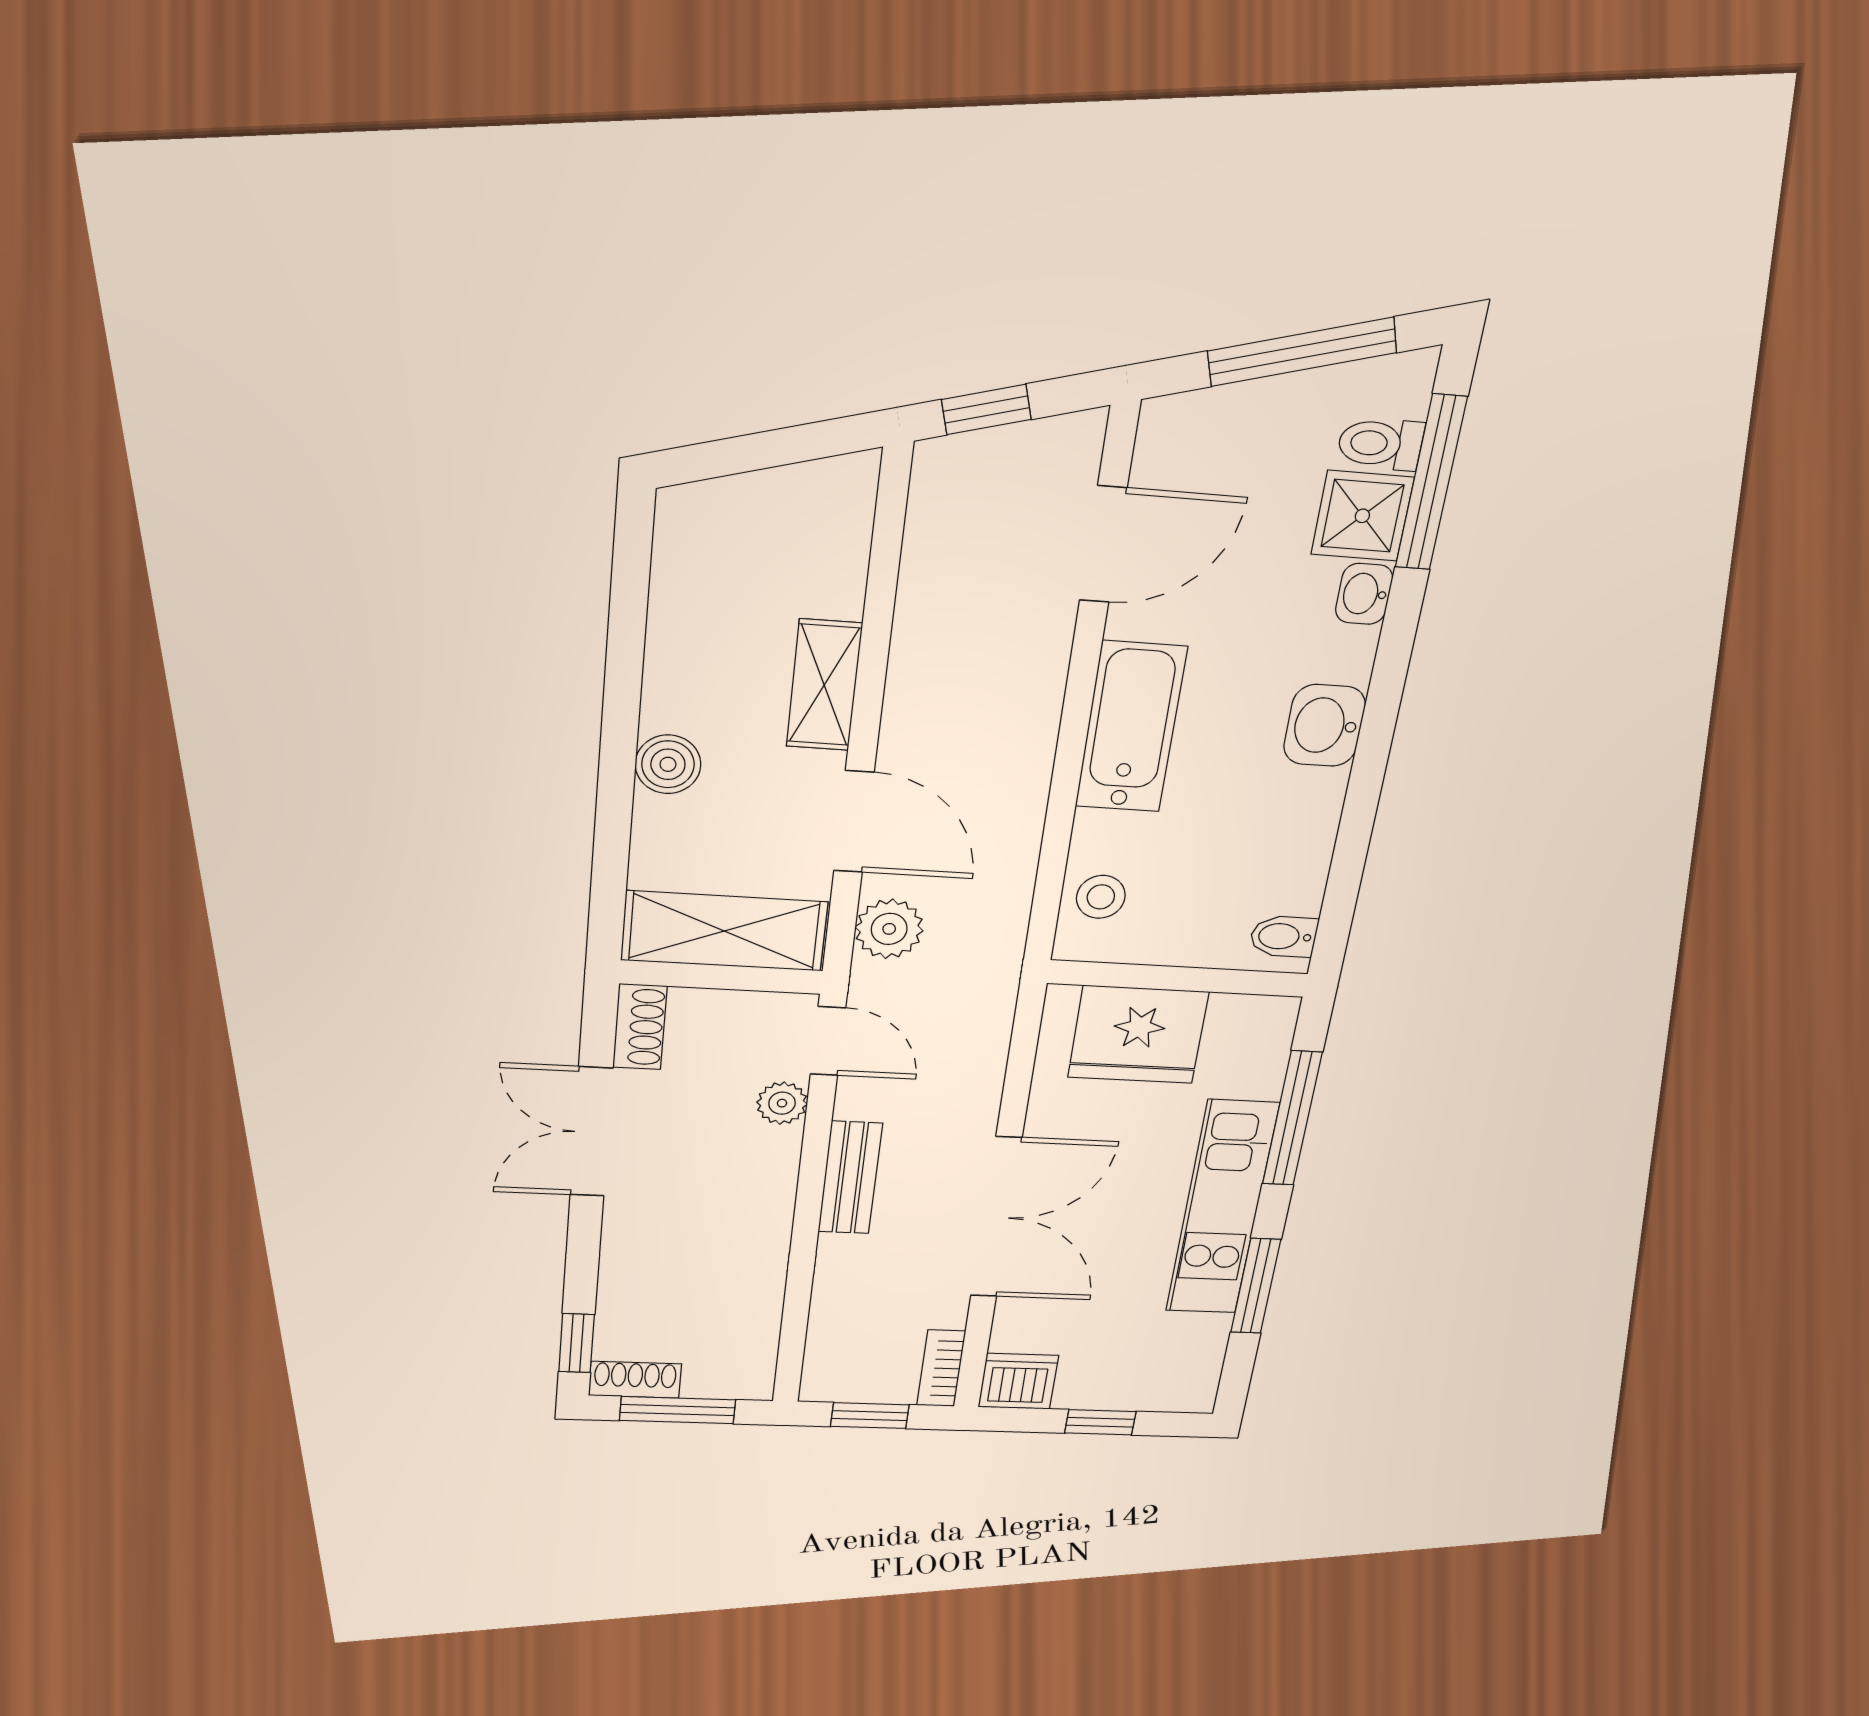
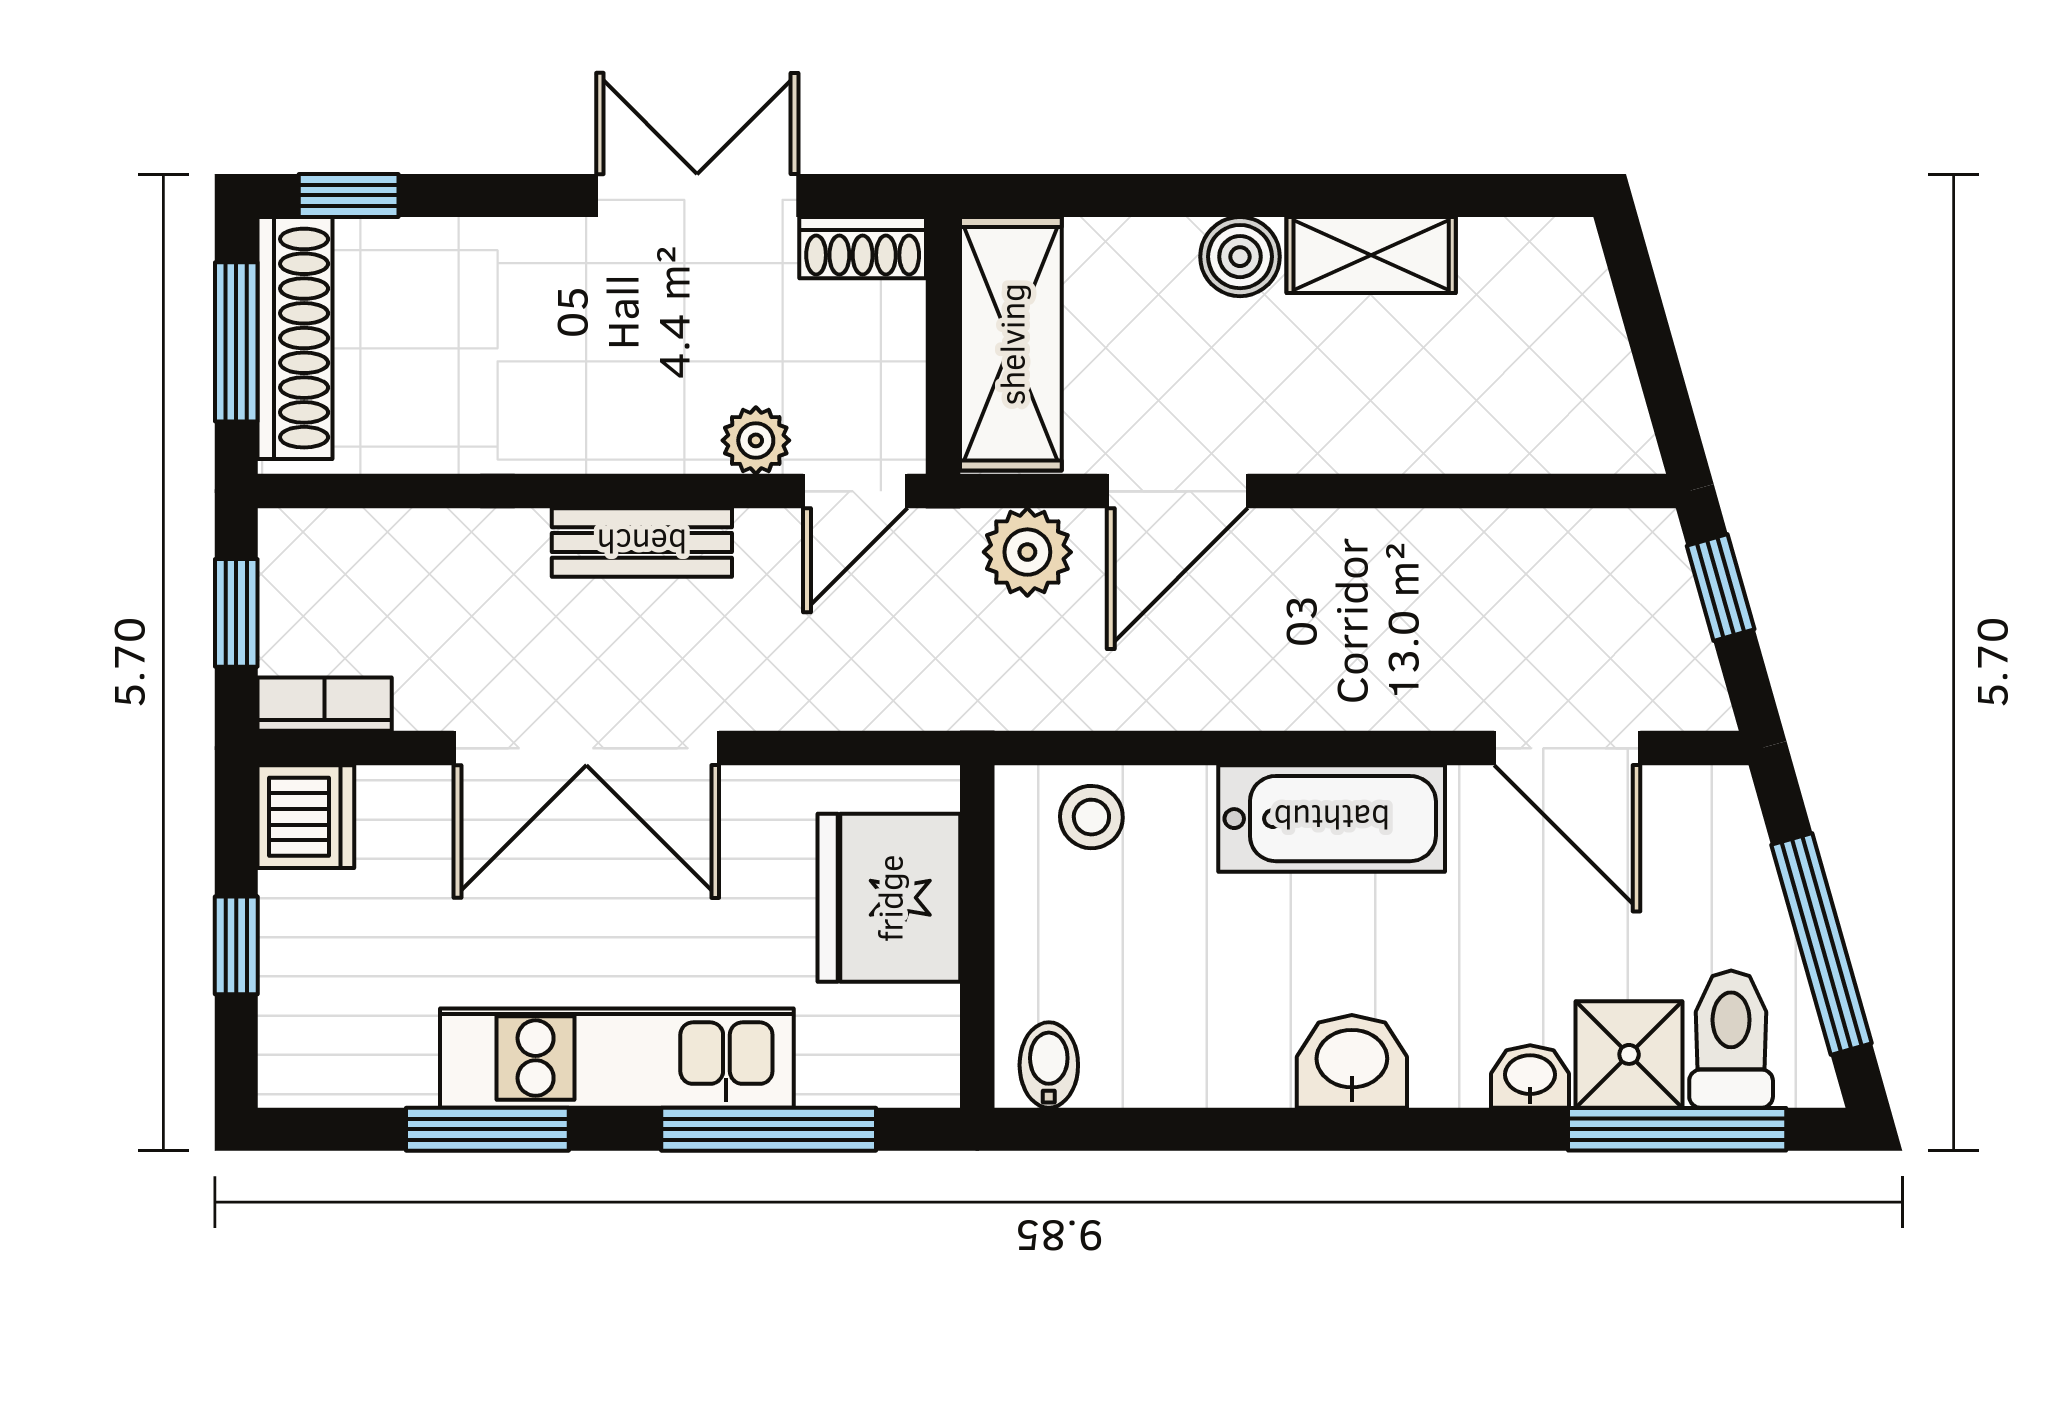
toilet: (1380, 444) -> (1731, 1039), width x1.37, depth x1.39
shelving: (824, 685) -> (1371, 255), moved
shoe rack: (635, 1380) -> (295, 338), width x1.94, depth x1.24

